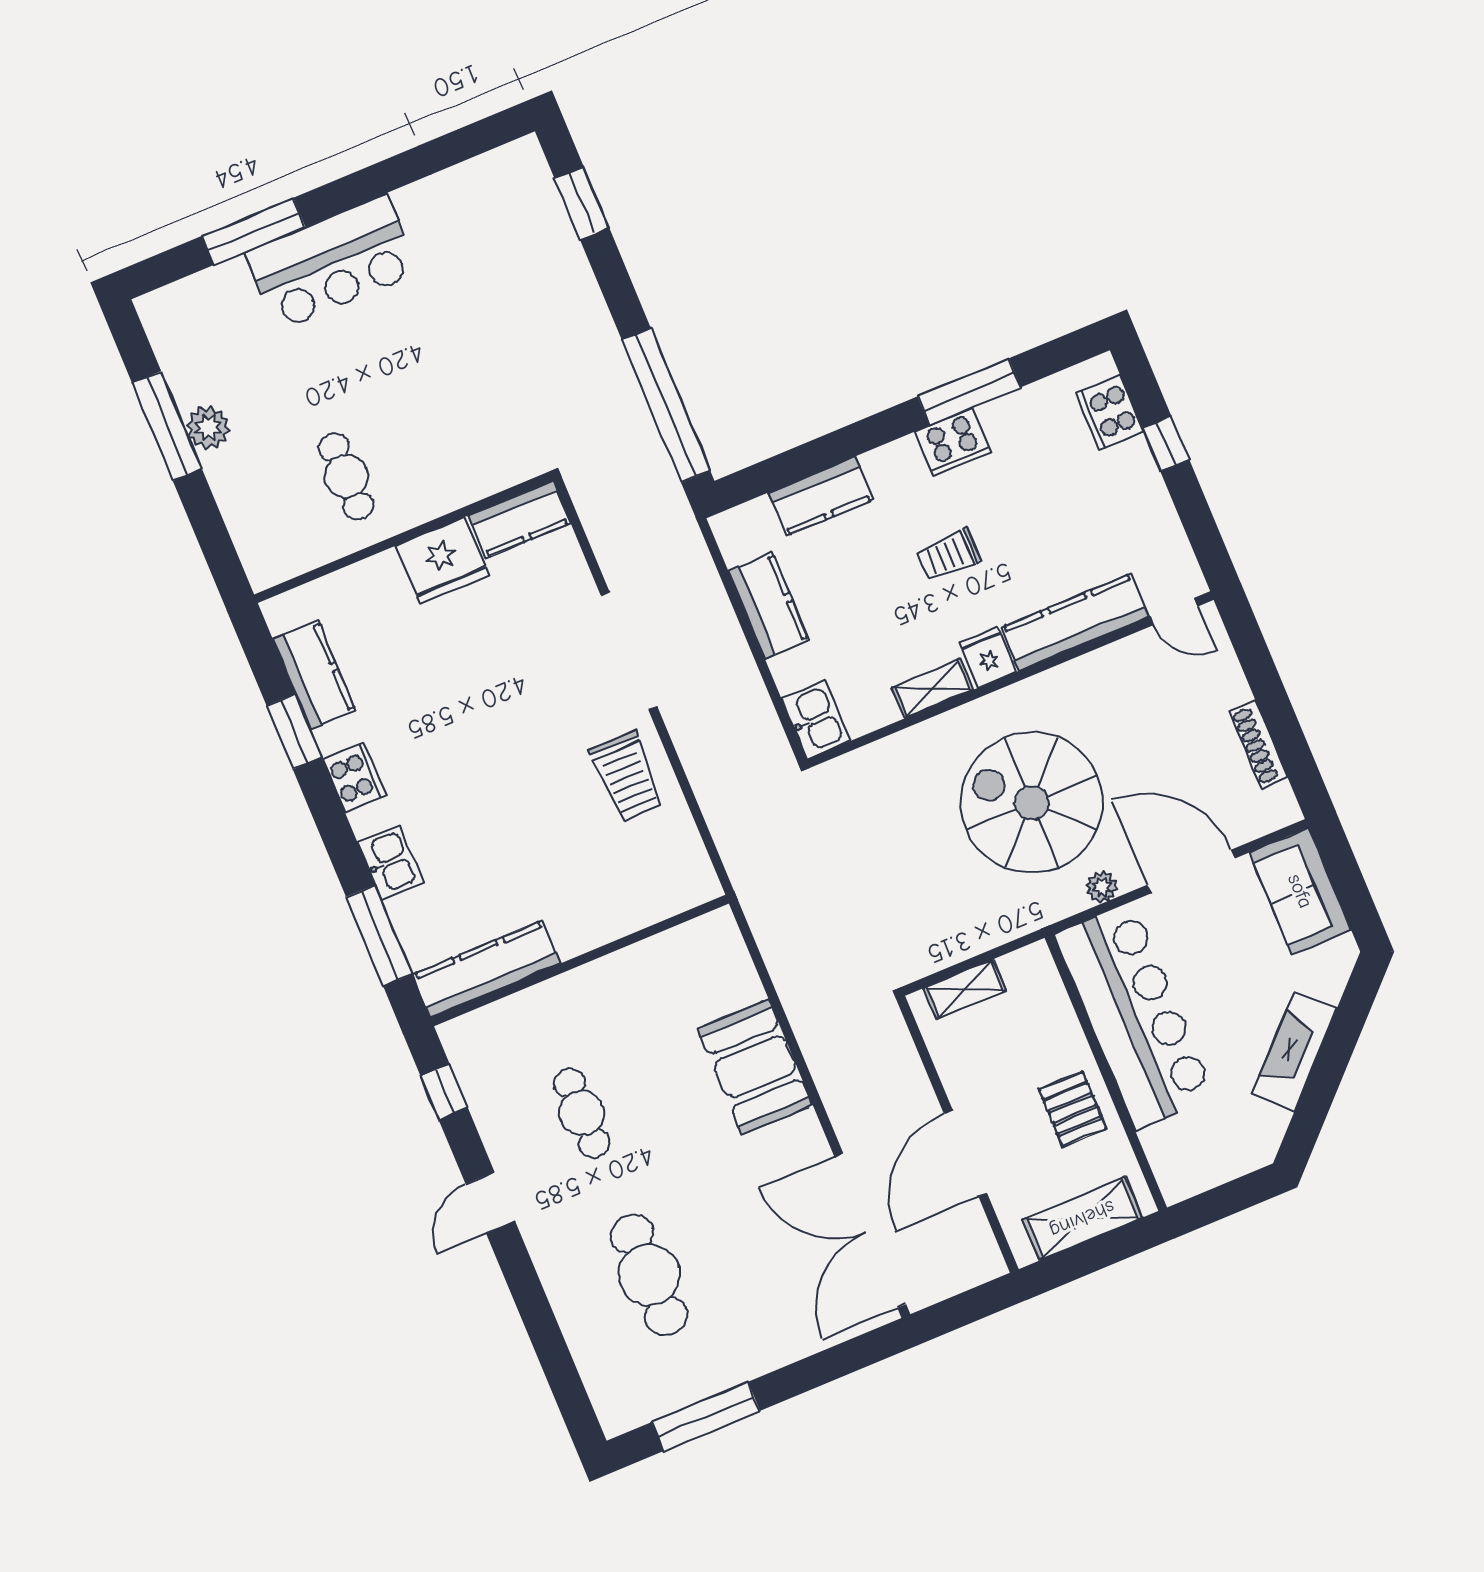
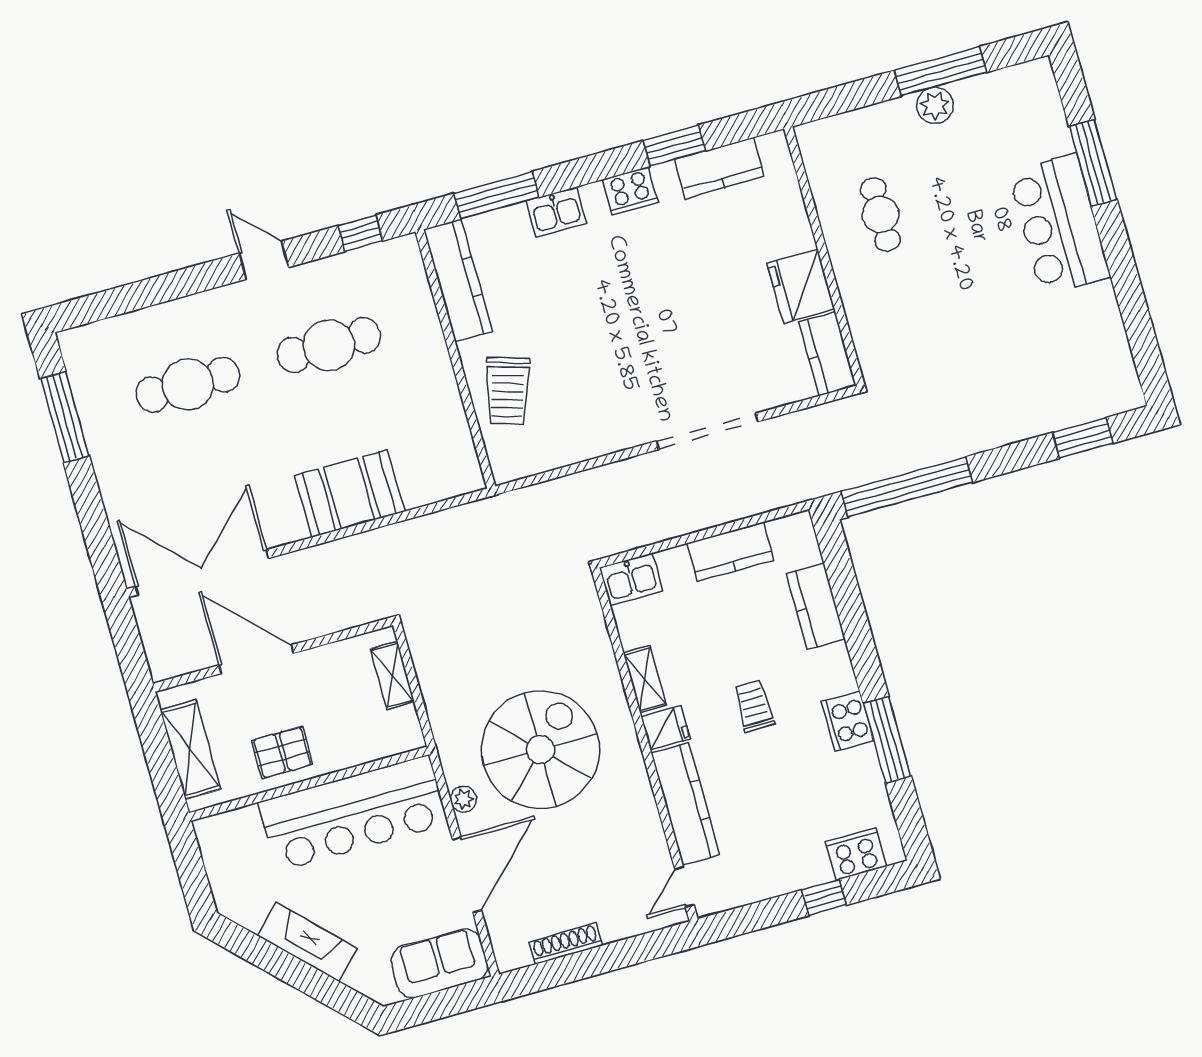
cafe table: (346, 476) -> (880, 215), turned 90
trolley: (627, 777) -> (507, 391), moved, turned -73
cafe table: (582, 1113) -> (329, 345), width x1.37, depth x1.35

